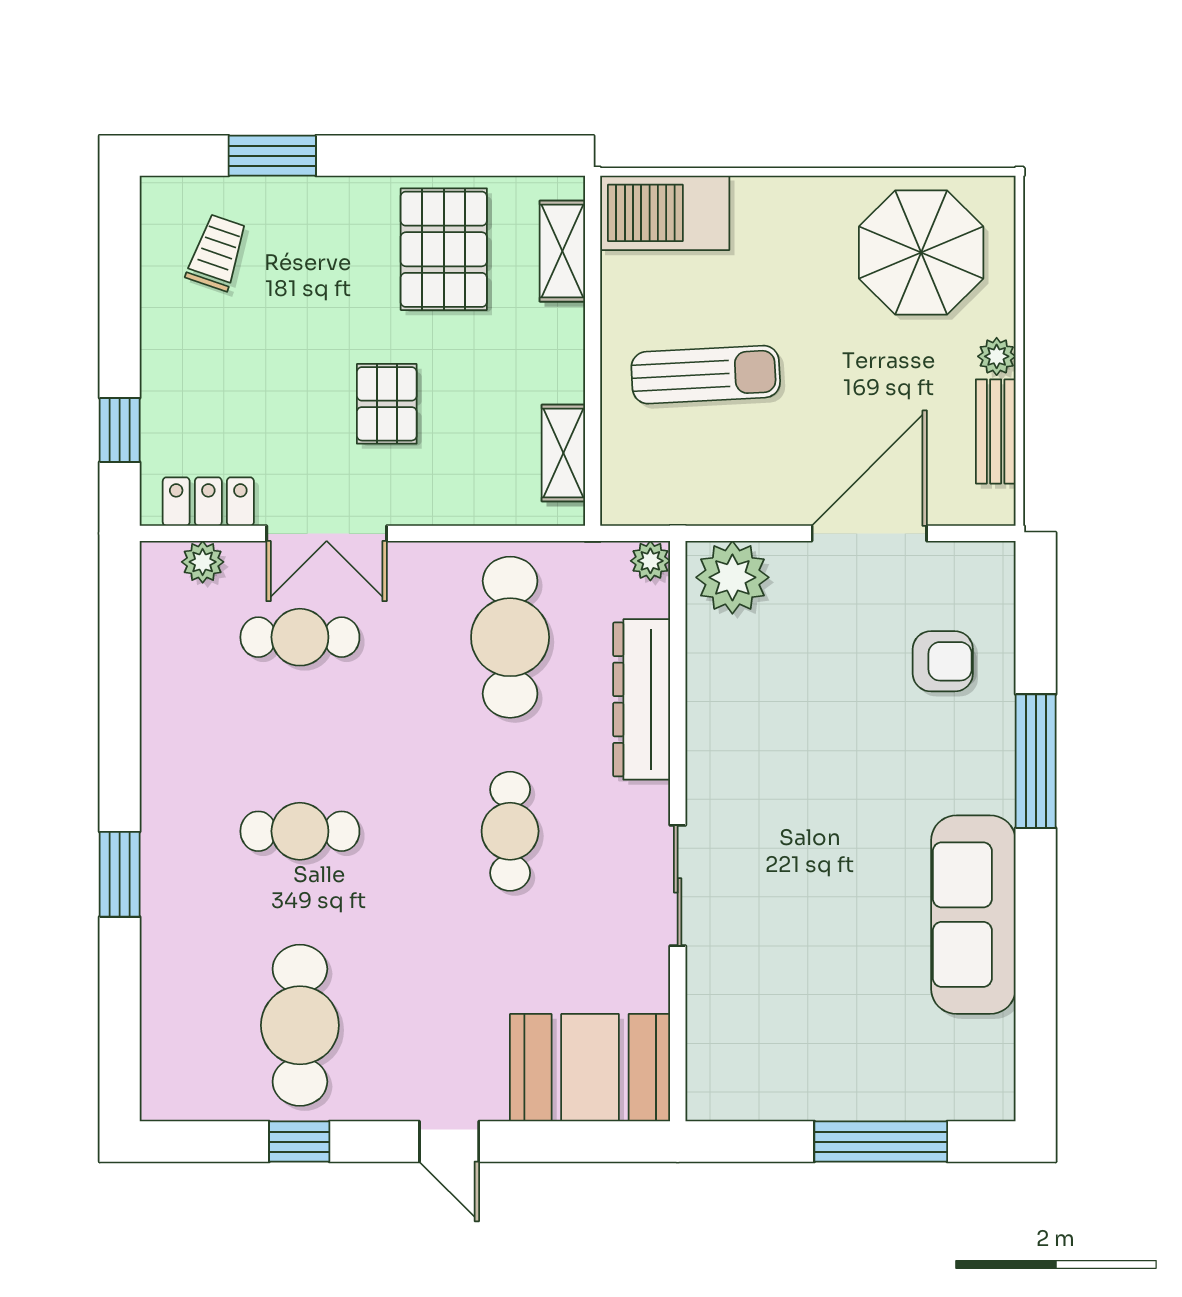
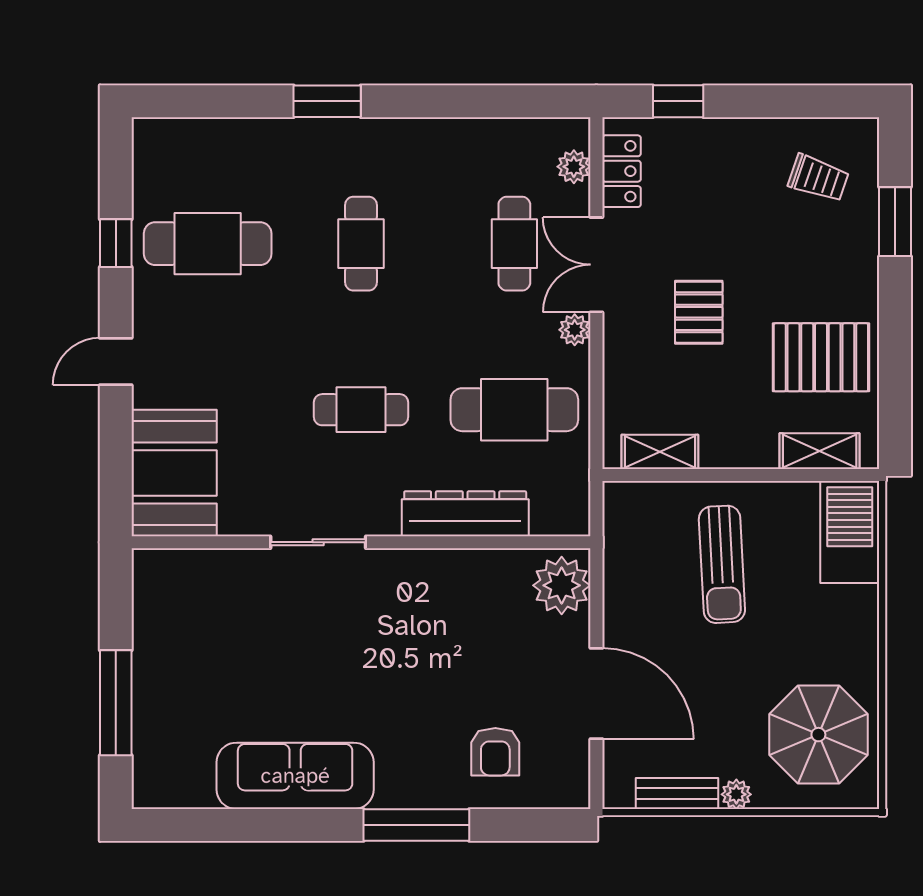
pallet: (387, 404) -> (699, 312), turned 90
plant: (650, 561) -> (575, 330), moved

